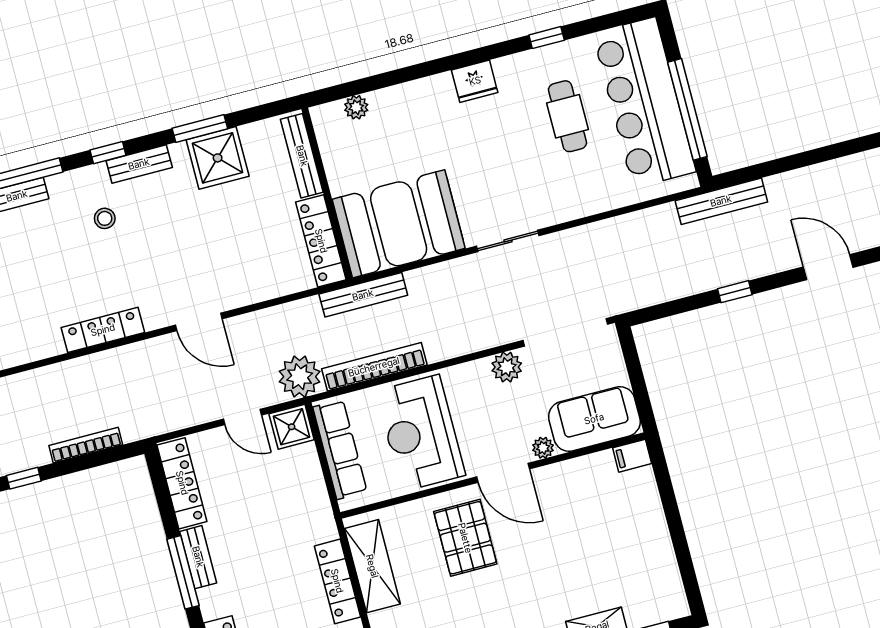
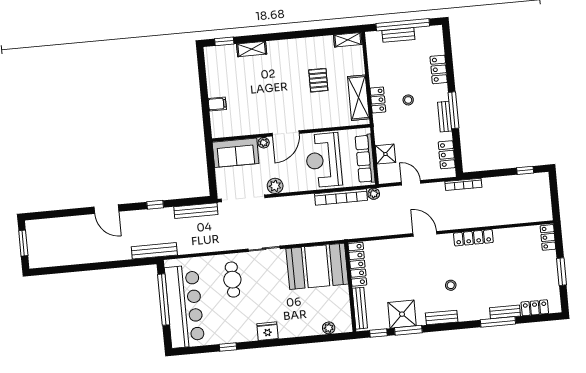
cafe table: (567, 116) -> (232, 280), moved
window: (108, 153) -> (378, 333), moved
stool: (105, 218) -> (451, 285), moved
bench: (363, 295) -> (196, 211), moved
plant: (300, 377) -> (374, 194), width x0.53, depth x0.53
shower: (292, 427) -> (385, 154), moved
reception desk: (421, 433) -> (323, 160), turned 180
bookcase: (86, 445) -> (463, 184), moved
filing cabinet: (632, 456) -> (217, 104), moved
door: (503, 473) -> (286, 133), swing flipped
locker: (182, 483) -> (447, 155), width x0.66
pallet: (465, 538) -> (318, 80), moved, width x0.67, depth x0.71
stool: (275, 578) -> (408, 100), added
locker: (337, 581) -> (378, 100), width x0.66

